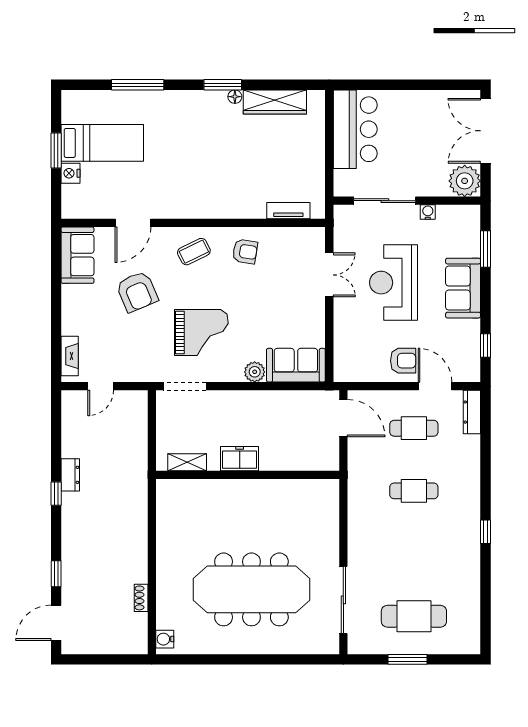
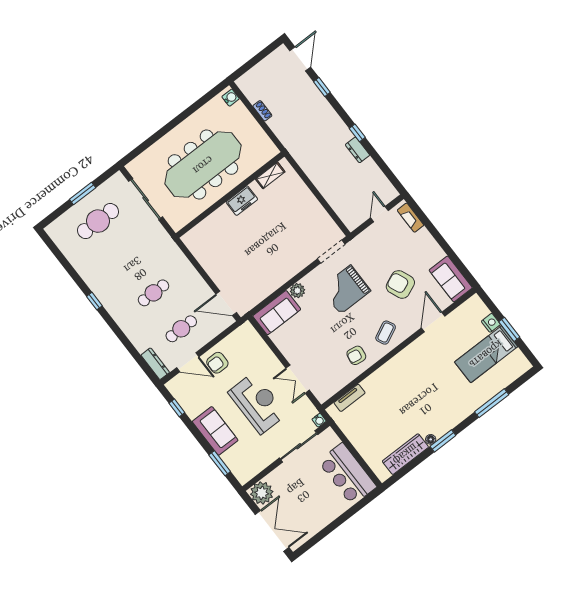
water cooler: (428, 212) -> (319, 420), moved
freezer: (240, 459) -> (242, 201), moved
shelving: (187, 462) -> (270, 175), moved
wall: (248, 475) -> (230, 195), moved

